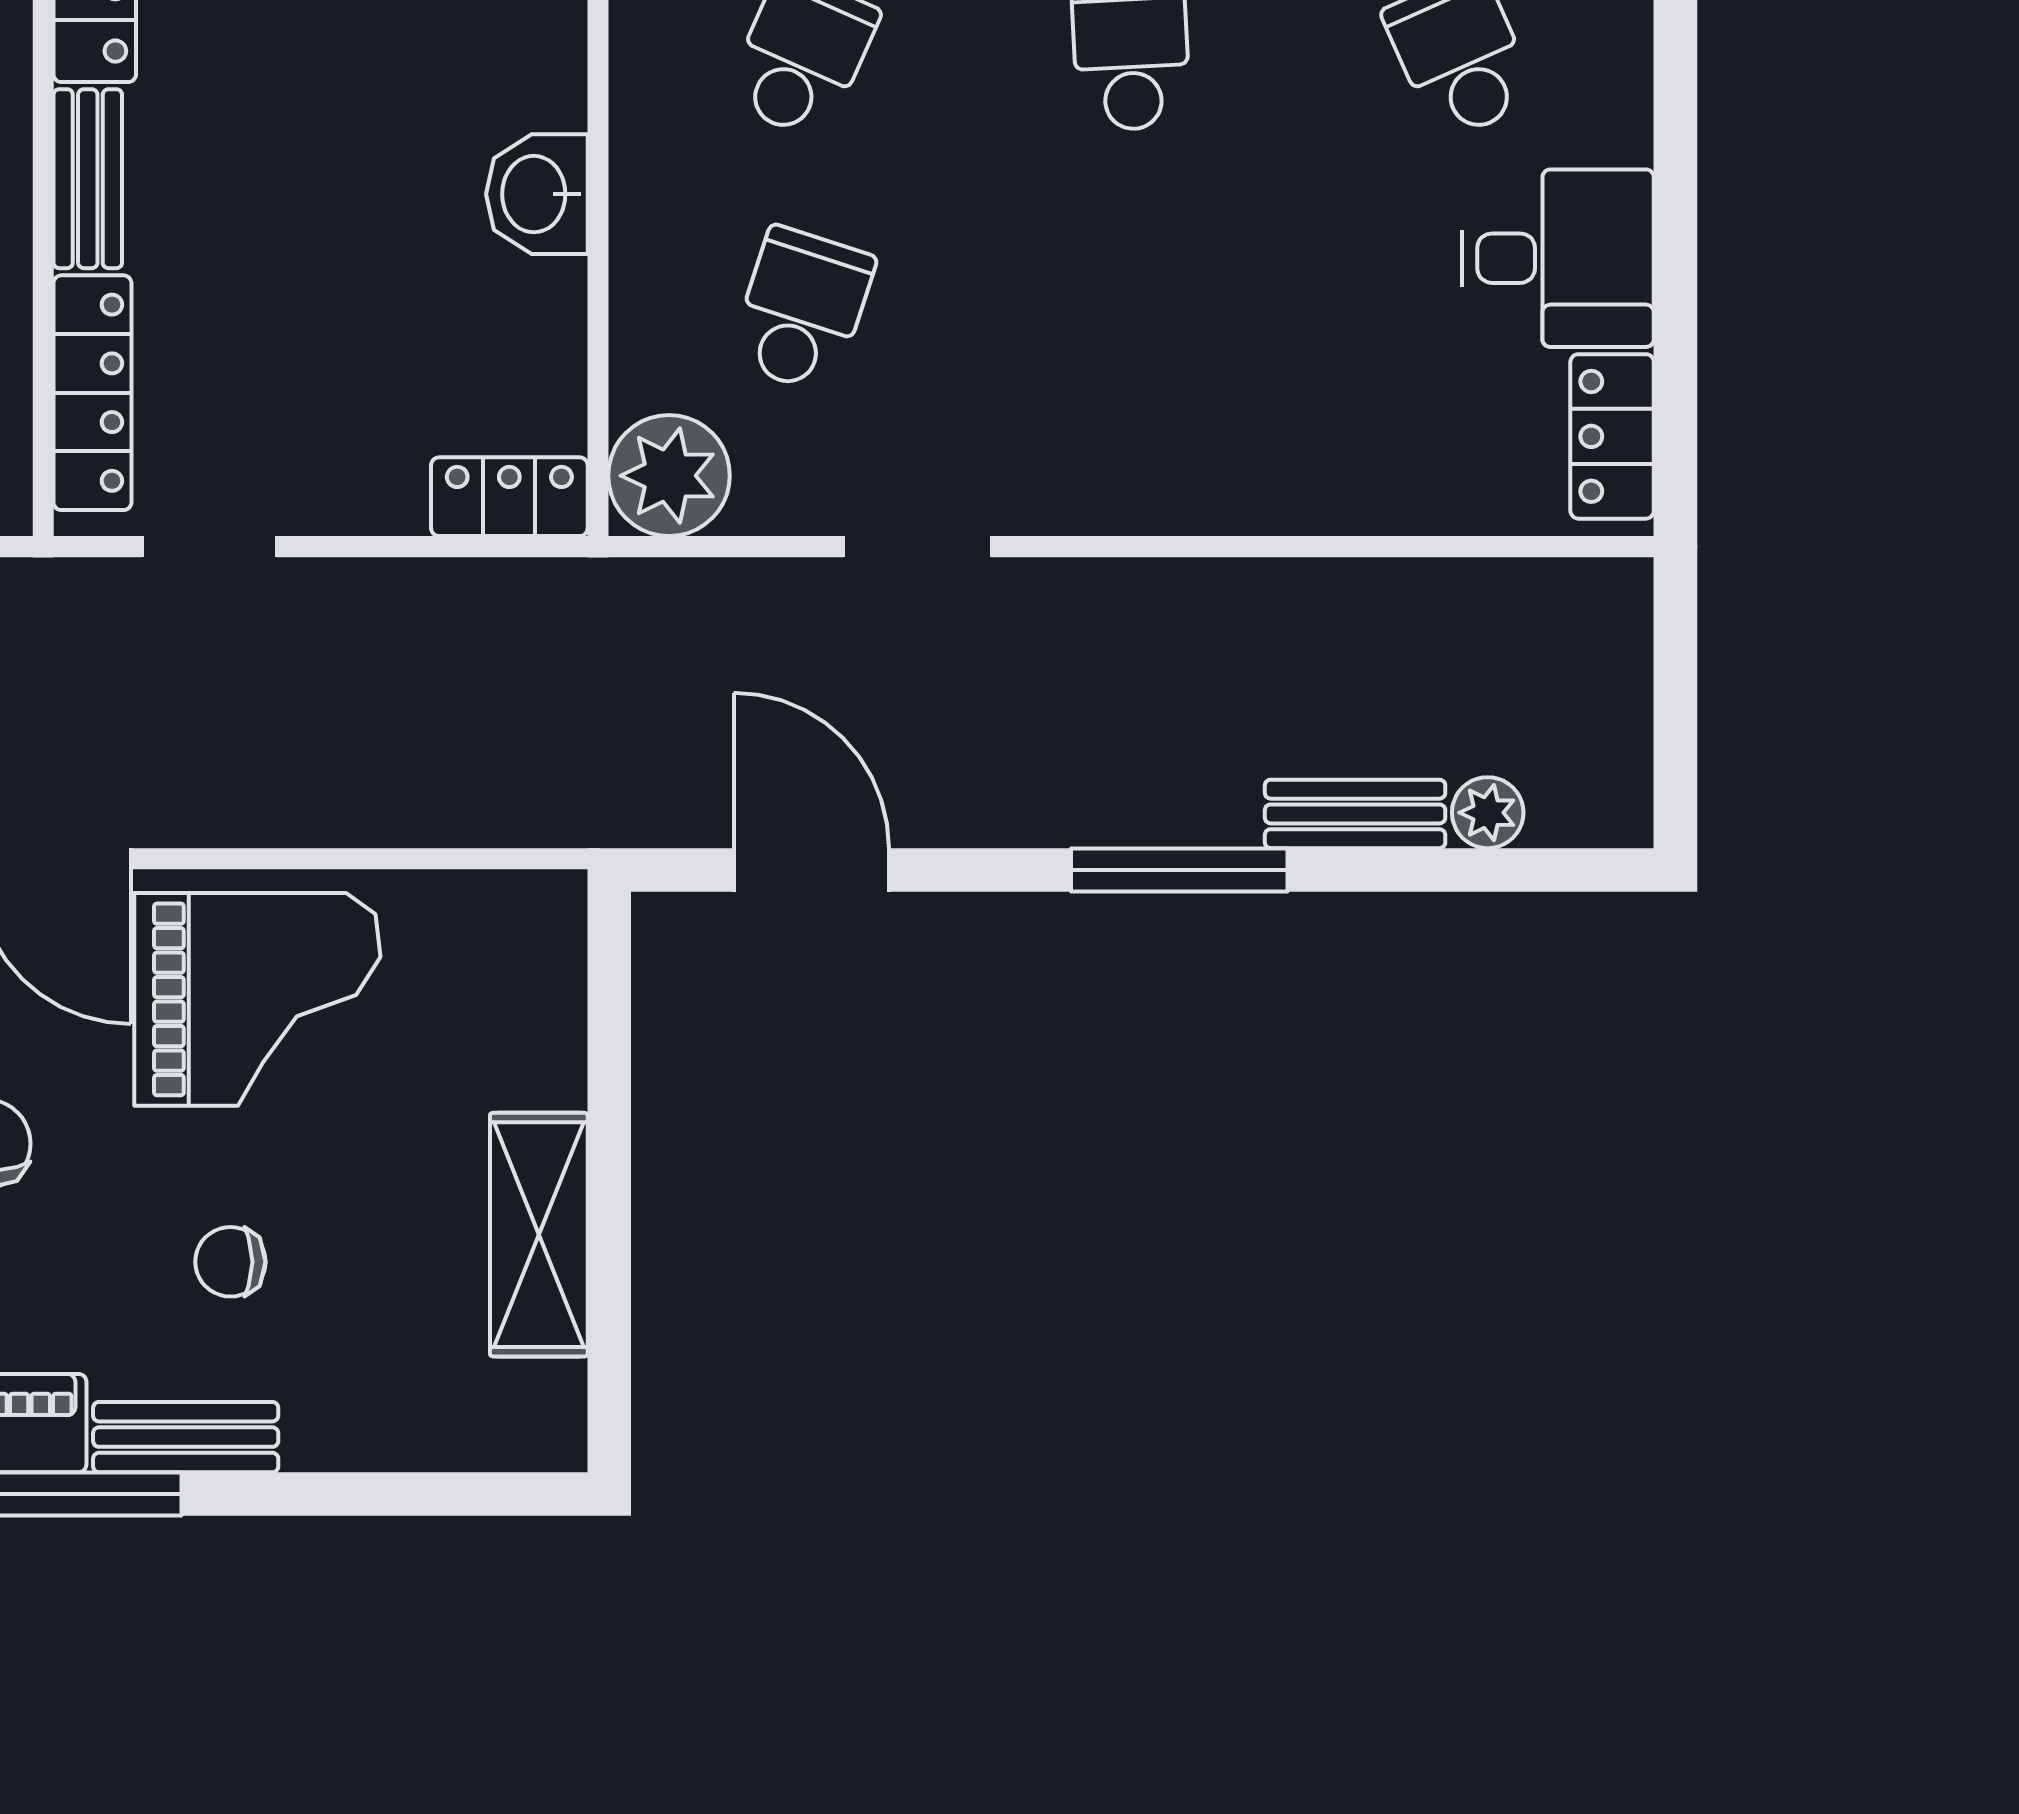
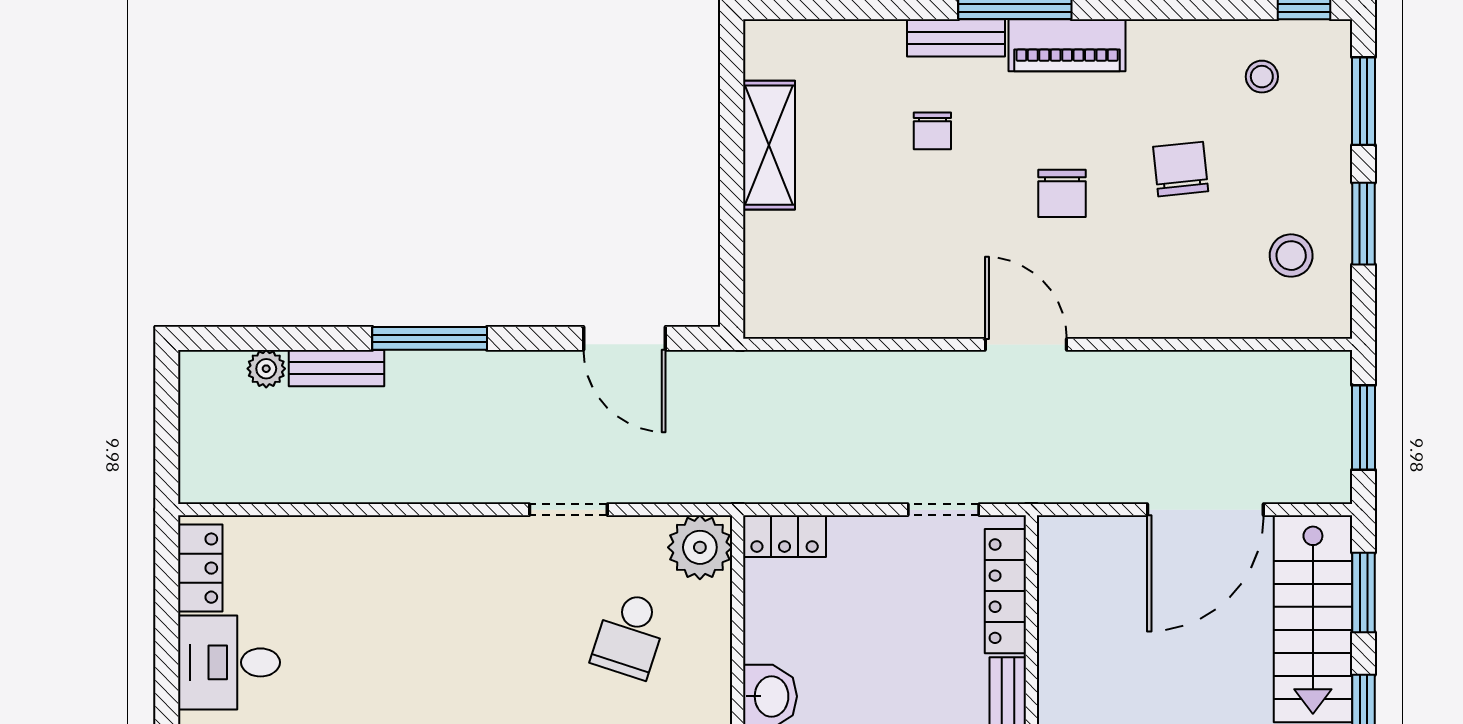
grand piano: (257, 999) -> (918, 270), removed
chair: (230, 1262) -> (932, 131), turned 90

